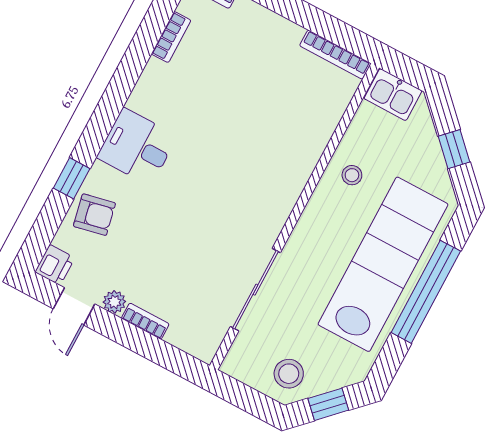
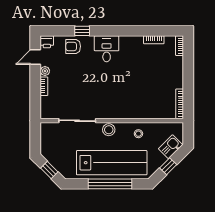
kitchen sink: (393, 95) -> (171, 147), moved, turned 45
armchair: (94, 215) -> (73, 46), turned 102
stool: (289, 374) -> (109, 130), moved

